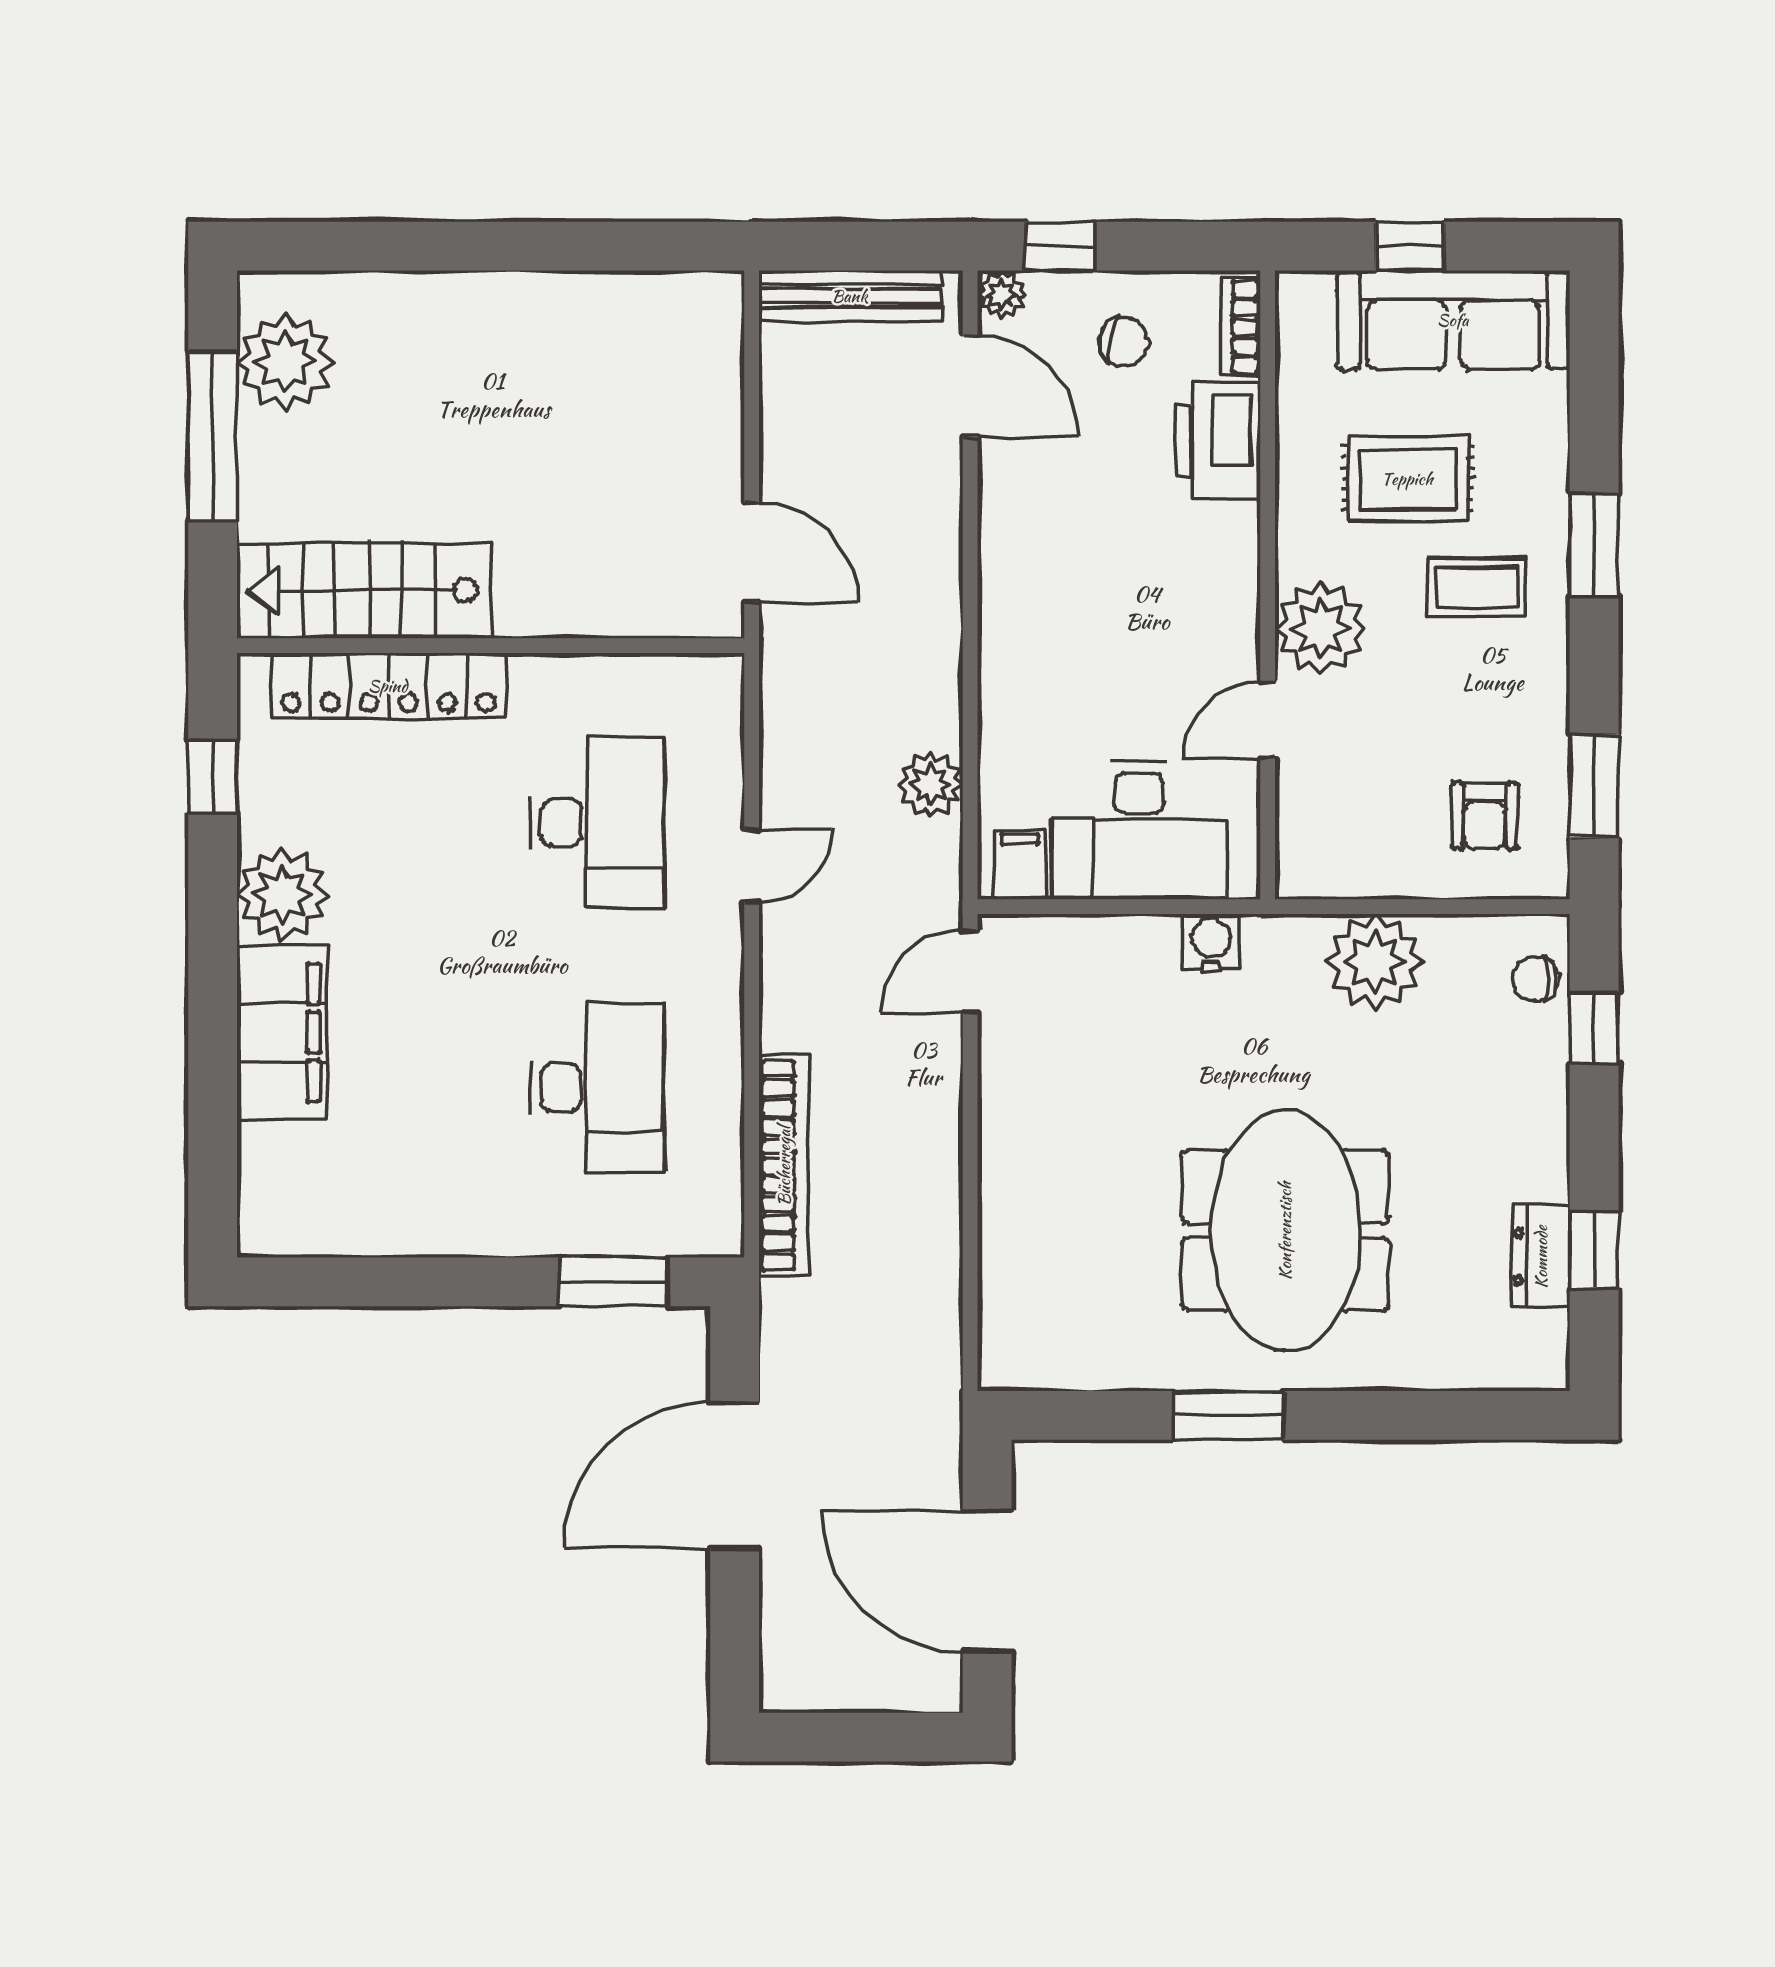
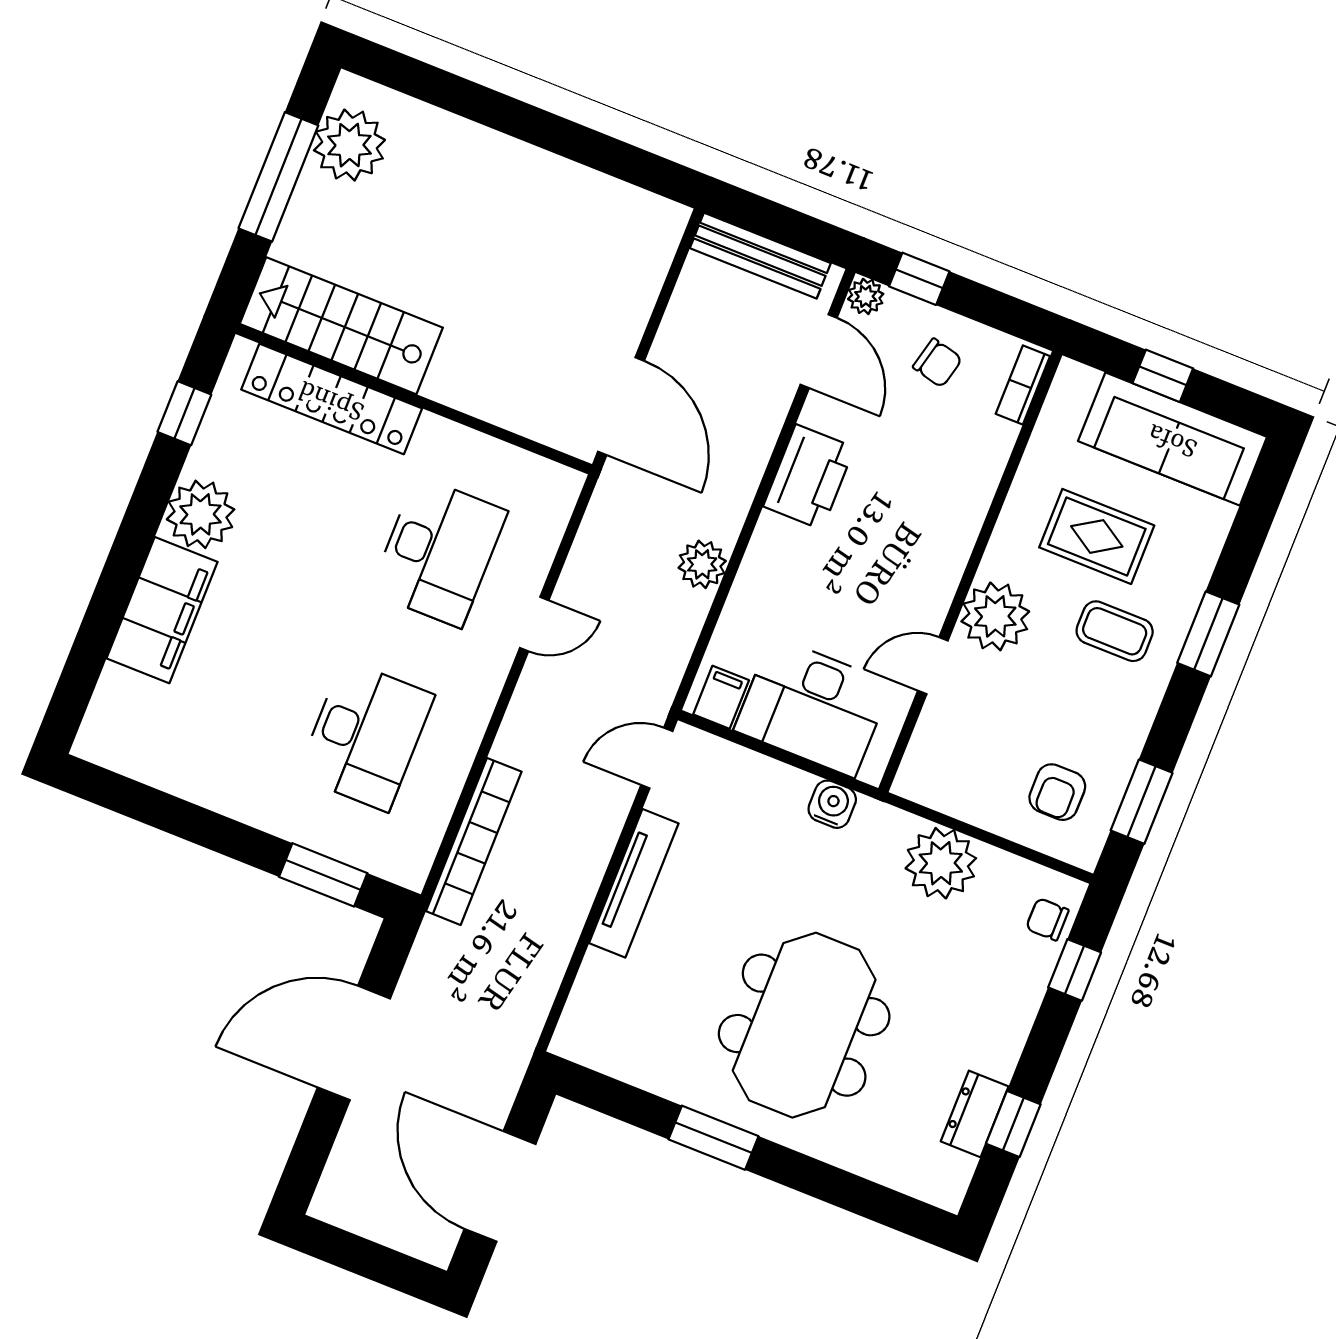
printer: (1218, 441) -> (809, 477), moved, turned 180
door: (752, 552) -> (621, 406), width x1.36
plant: (931, 784) -> (702, 564), moved
tv unit: (1004, 1139) -> (634, 883), added

